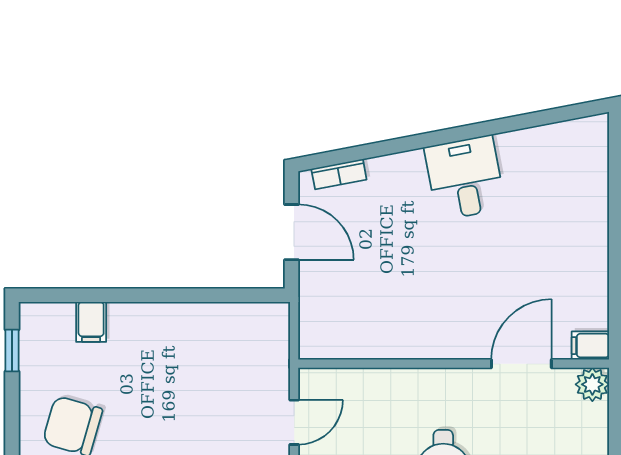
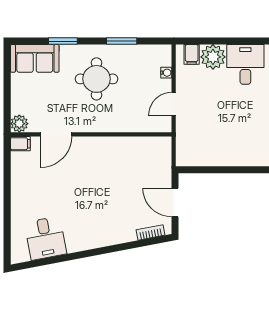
desk: (465, 178) -> (45, 238), moved

